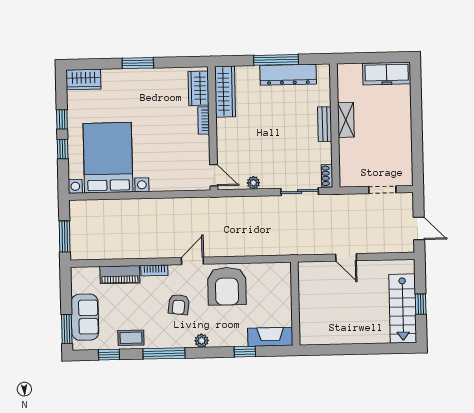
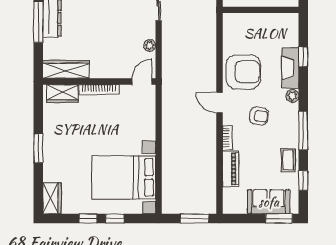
bookcase: (204, 121) -> (99, 90), width x1.56
fireplace: (270, 337) -> (290, 68), moved

